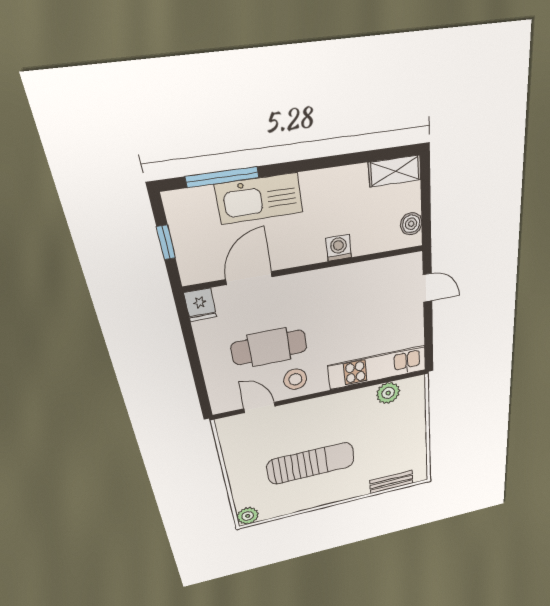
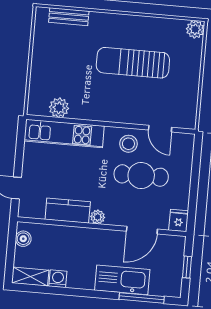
washing machine: (339, 248) -> (58, 279), moved, turned 180
kitchen counter: (357, 277) -> (68, 211), added
plant: (315, 279) -> (98, 217), added

